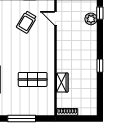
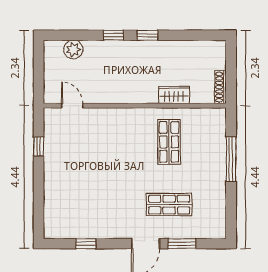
window: (100, 13) -> (114, 35), moved
door: (55, 18) -> (72, 106), swing flipped
trolley: (27, 22) -> (78, 152), removed

